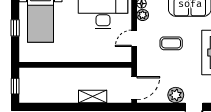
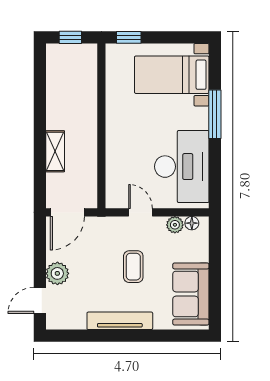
window: (15, 28) -> (129, 37), moved
door: (134, 88) -> (67, 212), hinge flipped

